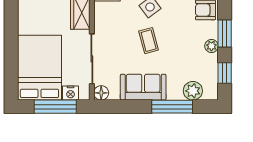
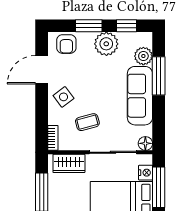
coffee table: (149, 41) -> (87, 122), moved
plant: (211, 46) -> (106, 44), width x1.88, depth x1.88
sofa: (143, 87) -> (140, 96), width x1.36

